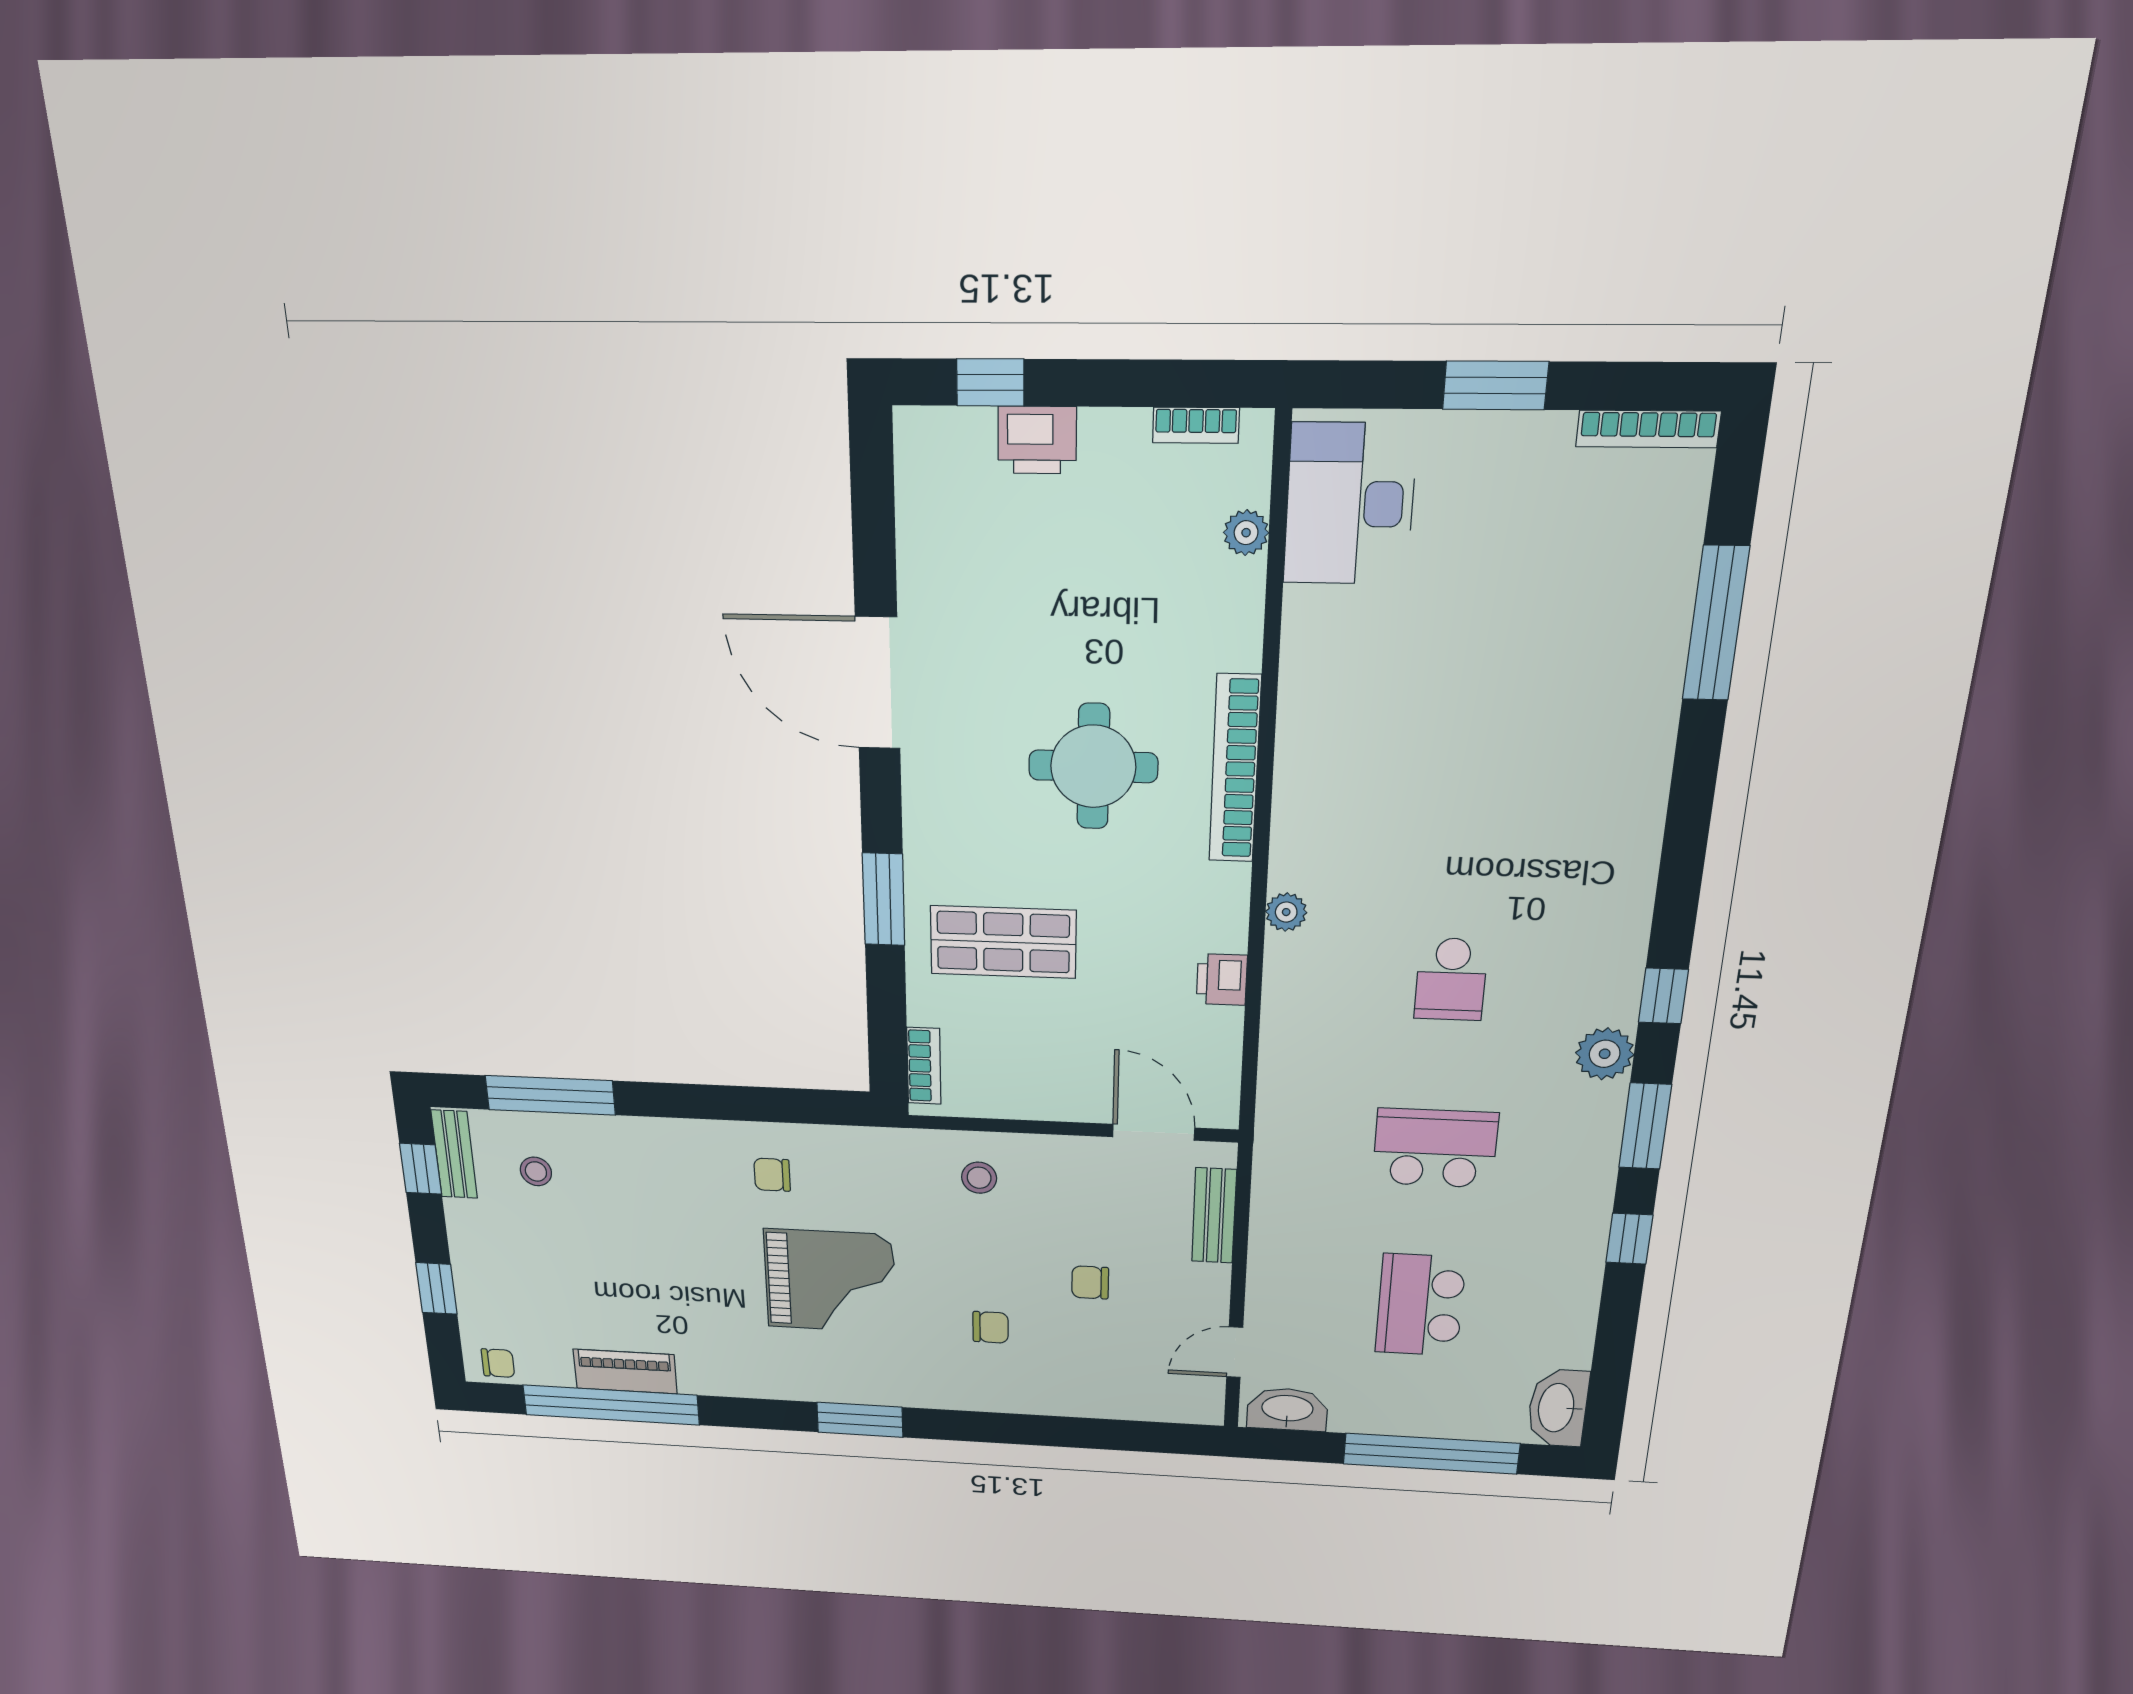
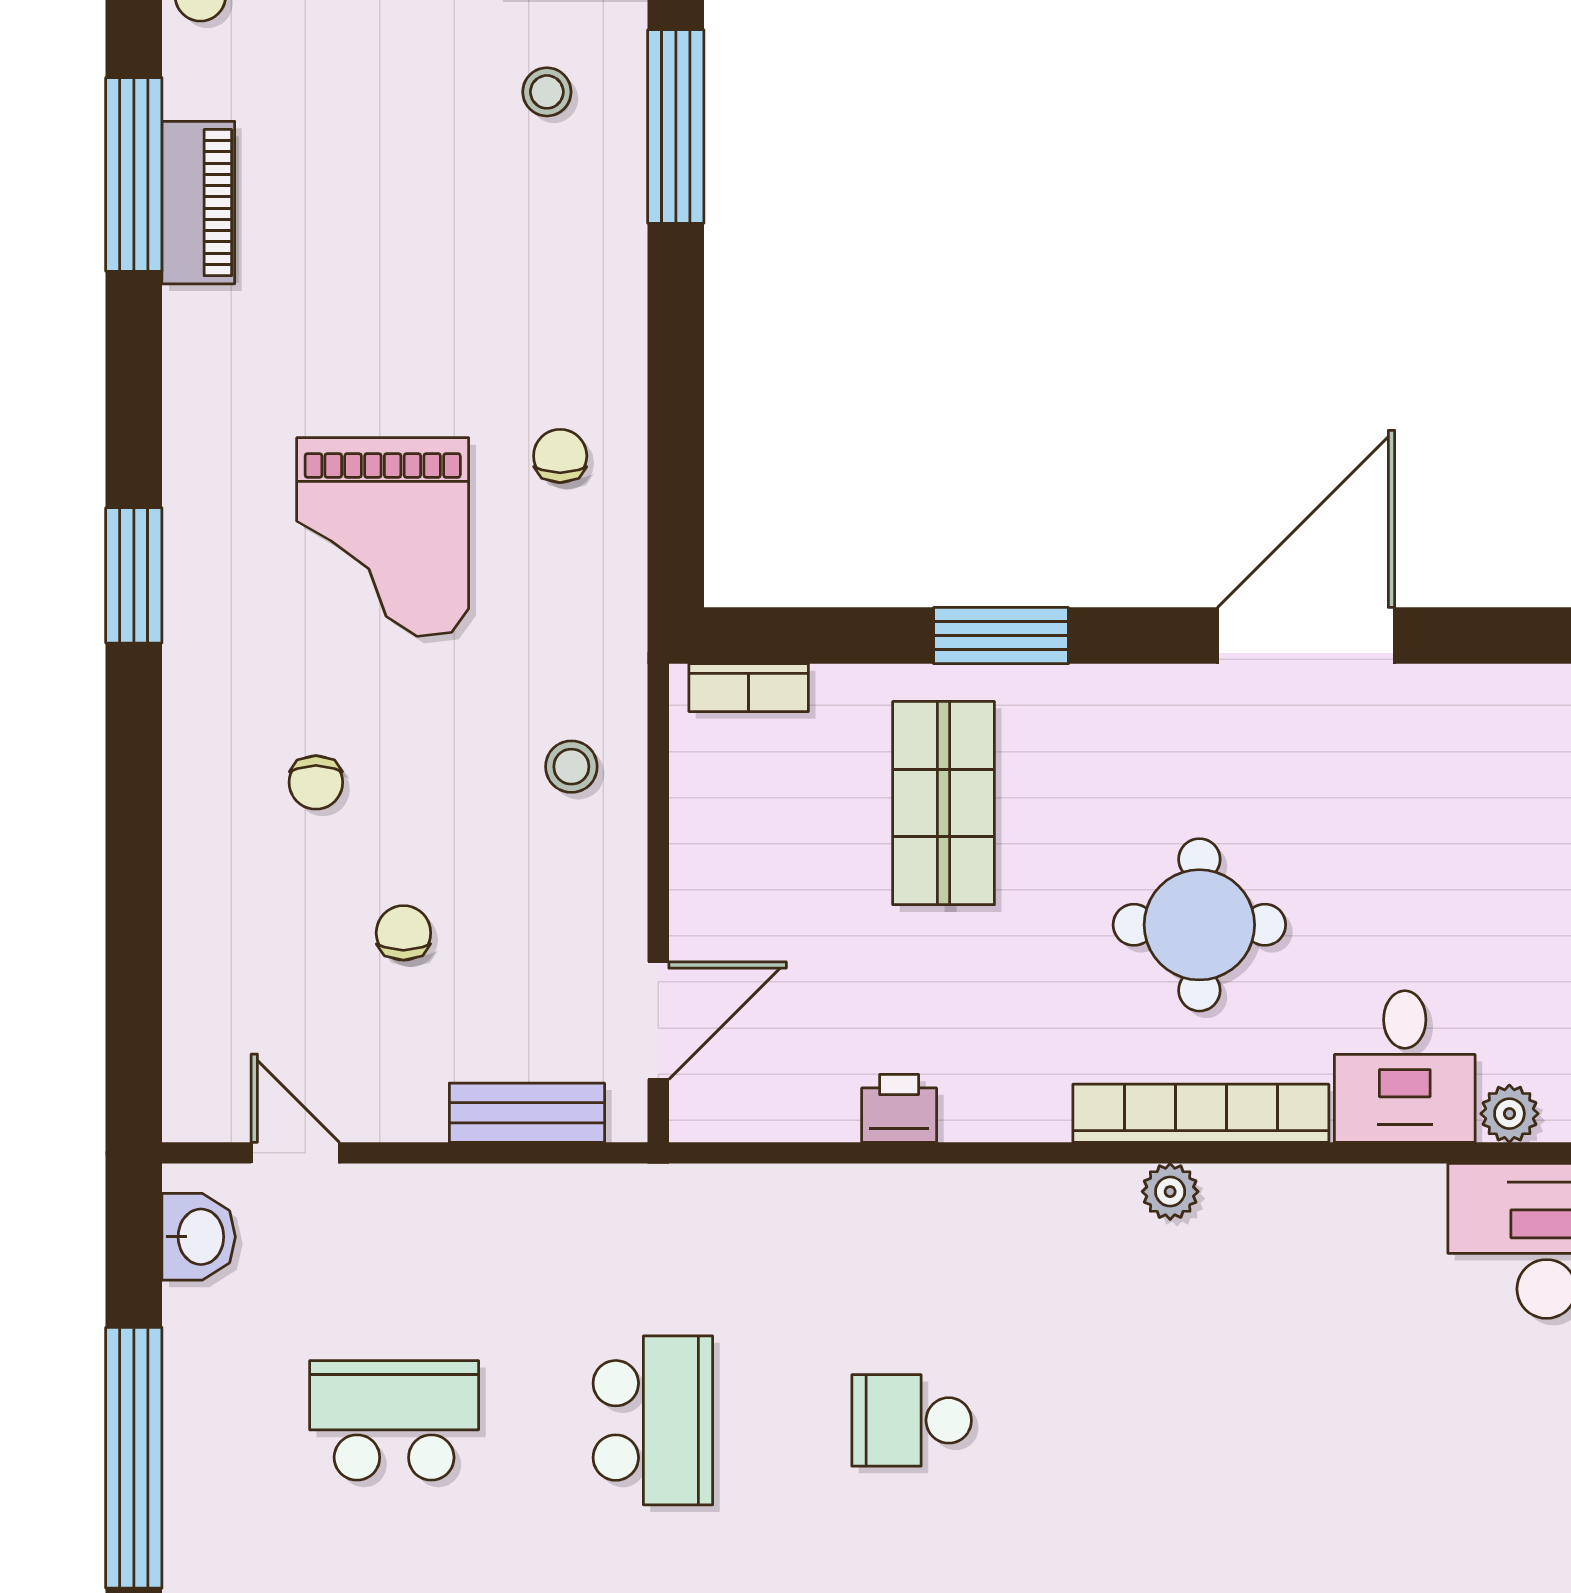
desk: (1206, 615) -> (1405, 1067), added
plant: (1286, 912) -> (1170, 1192), moved
window: (611, 1405) -> (134, 174), width x0.68
washbasin: (1287, 1409) -> (199, 1237), width x0.72

